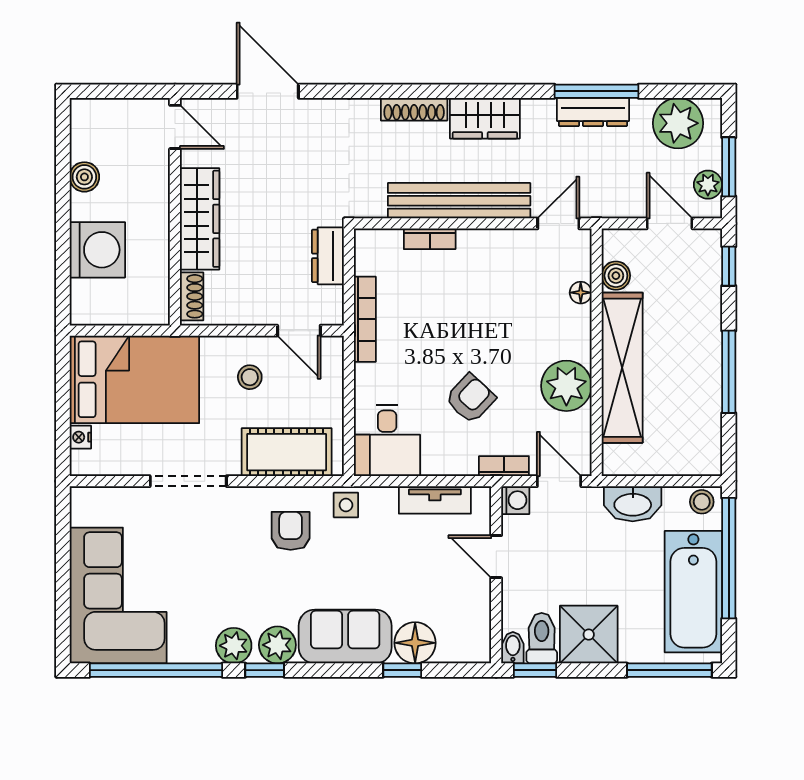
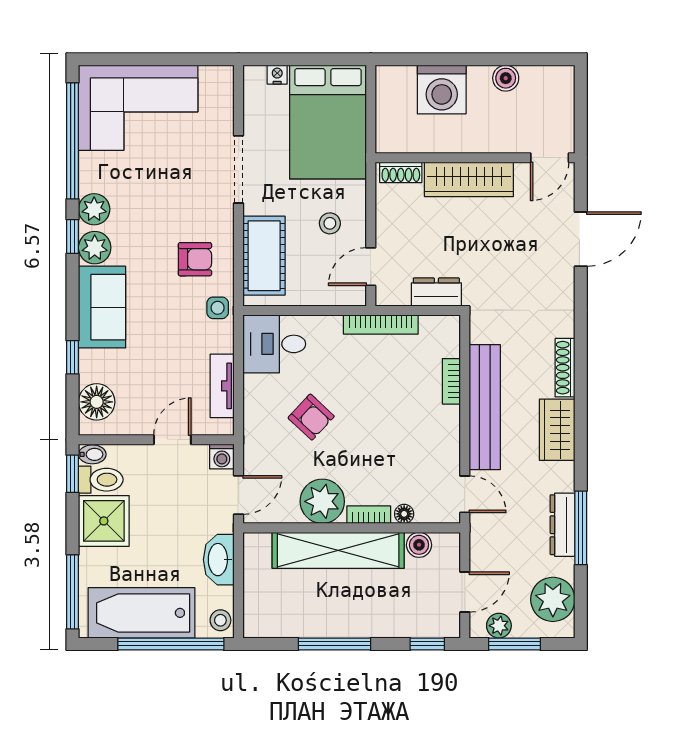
bookcase: (504, 466) -> (369, 515), moved, turned -90
floor lamp: (415, 643) -> (97, 402), moved

